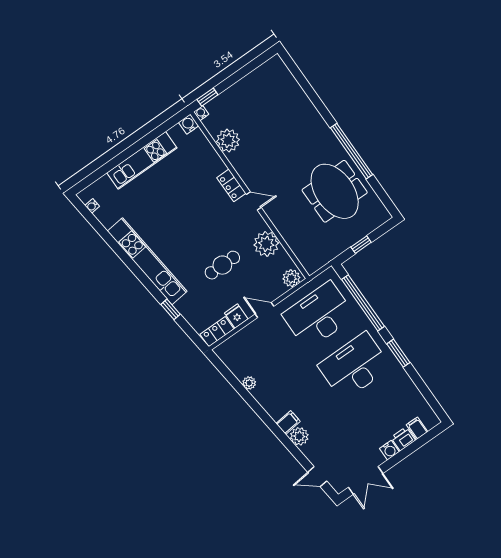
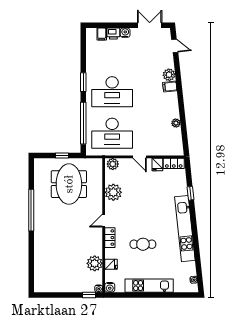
fridge: (207, 154) -> (111, 264), added
meeting table: (335, 191) -> (69, 184), moved
door: (254, 201) -> (104, 221), hinge flipped
cafe table: (222, 265) -> (143, 244), moved

